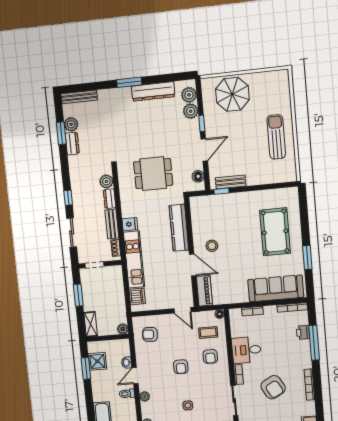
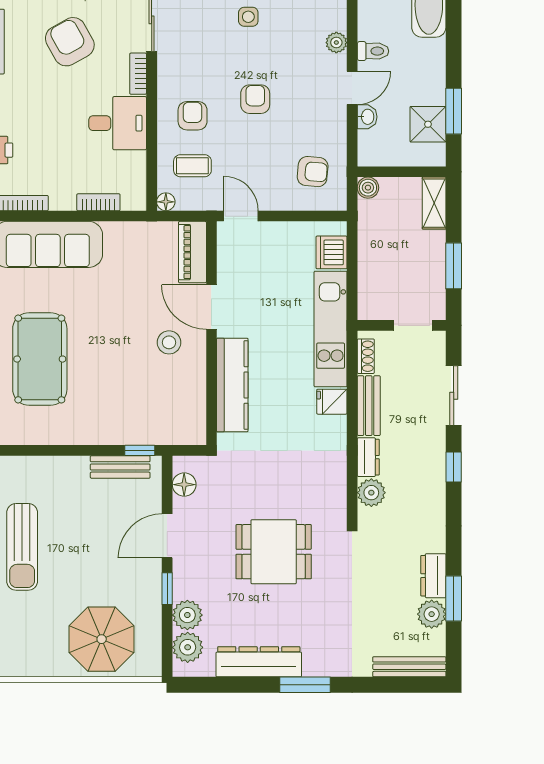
dining table: (153, 174) -> (274, 552), moved

